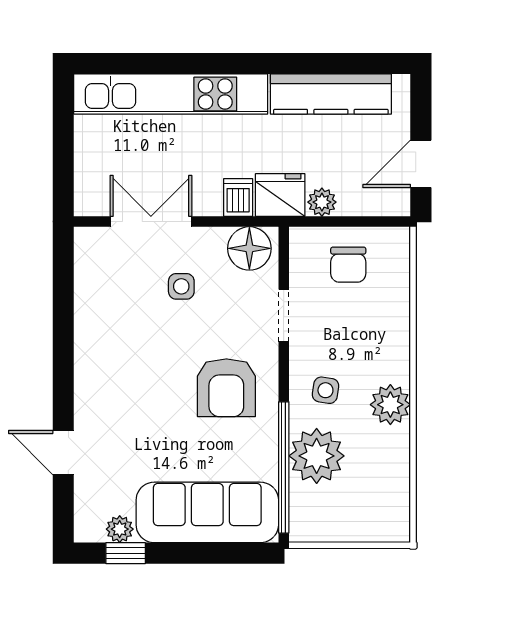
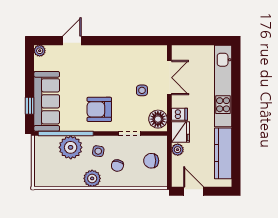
chair: (360, 345) -> (117, 166), added
plant: (120, 529) -> (40, 51), moved
window: (126, 553) -> (30, 106), moved

